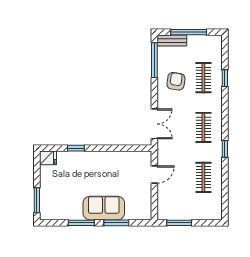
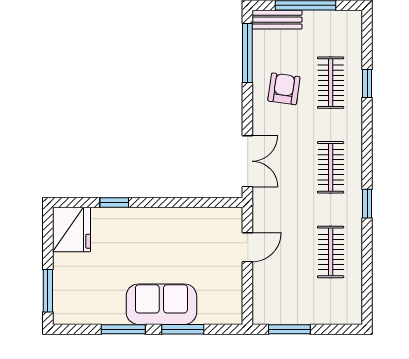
fridge: (48, 158) -> (72, 230), width x1.88, depth x1.34

